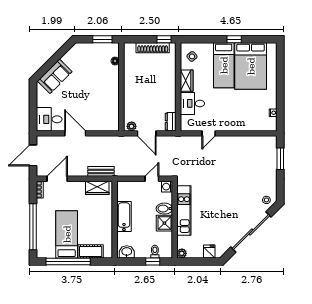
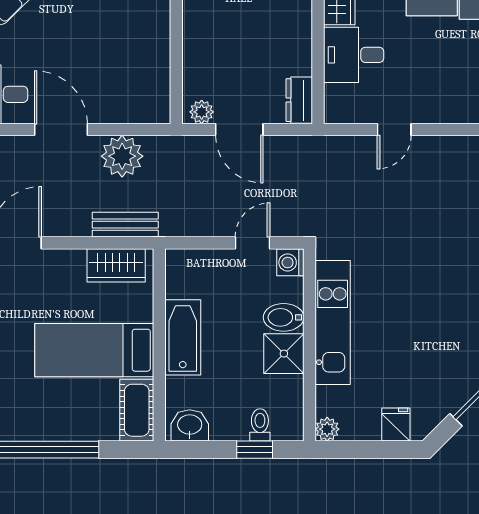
plant: (100, 144) -> (122, 156), added
bed: (67, 234) -> (94, 350), moved, turned -90
cot: (91, 251) -> (137, 410), moved, turned 90

